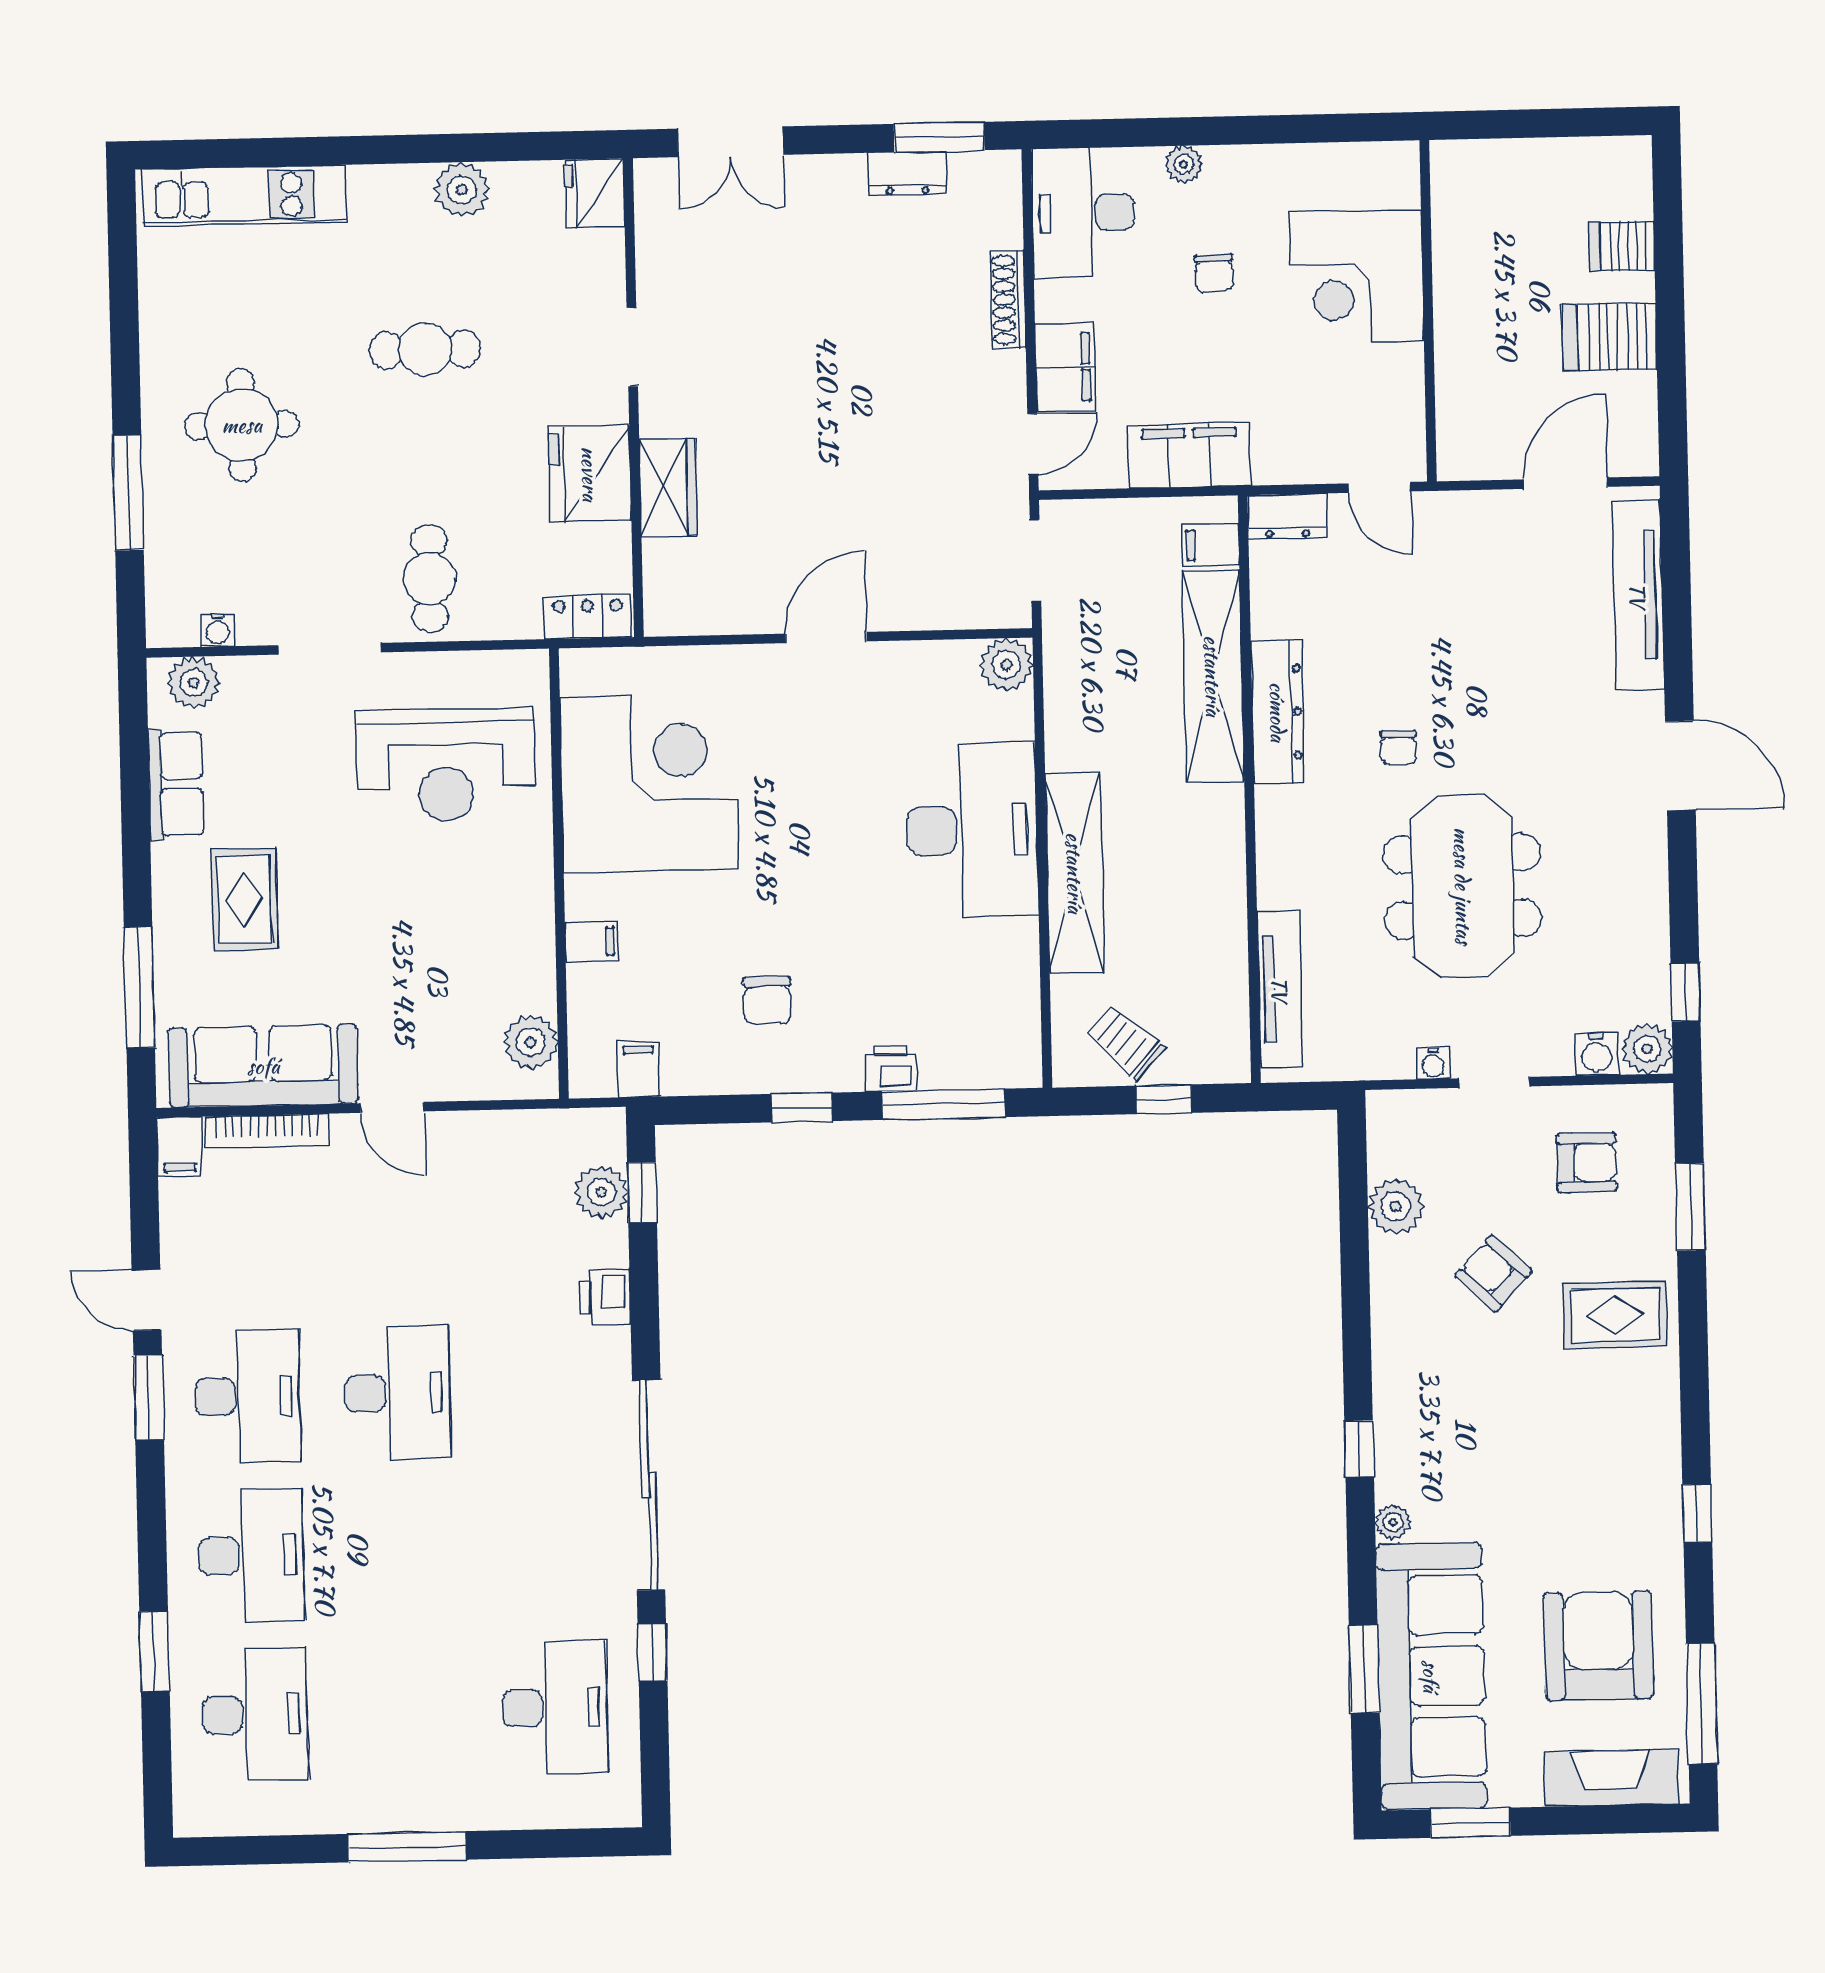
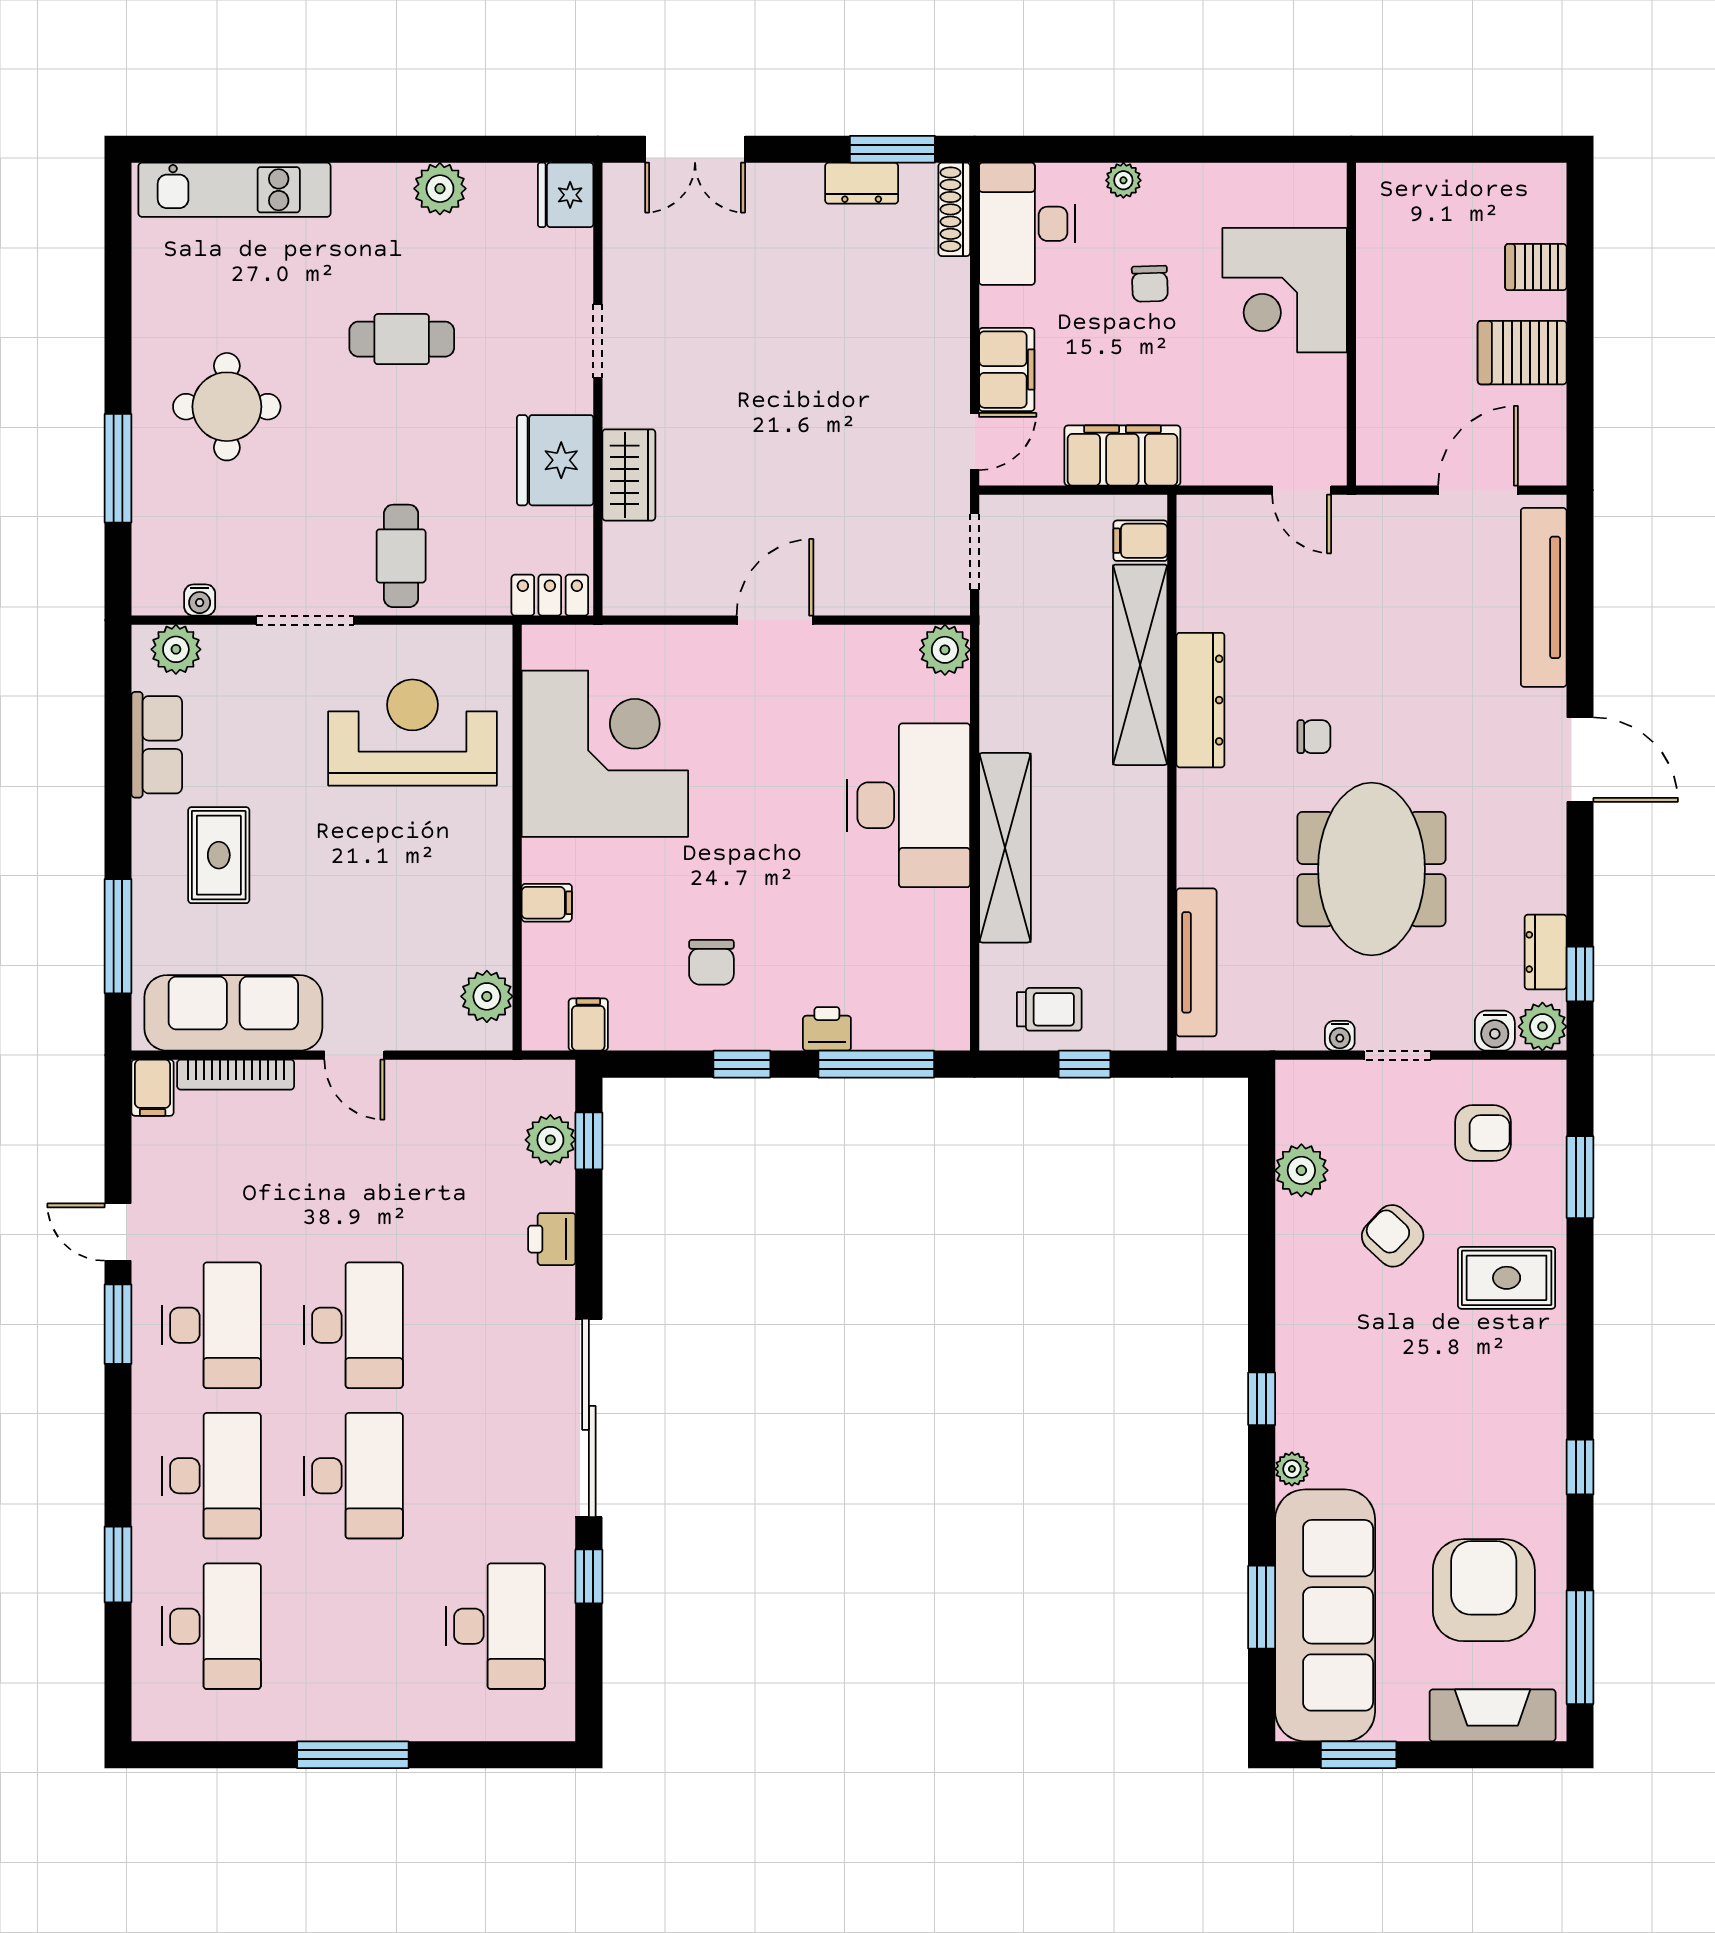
shoe rack: (1008, 300) -> (954, 209), moved
dresser: (1287, 516) -> (1546, 952), moved, turned 90
chair: (1399, 748) -> (1314, 737), turned -90
reception desk: (446, 765) -> (412, 733), turned 180
trolley: (1125, 1042) -> (1049, 1009), turned 138
desk: (401, 1552) -> (353, 1476), added

